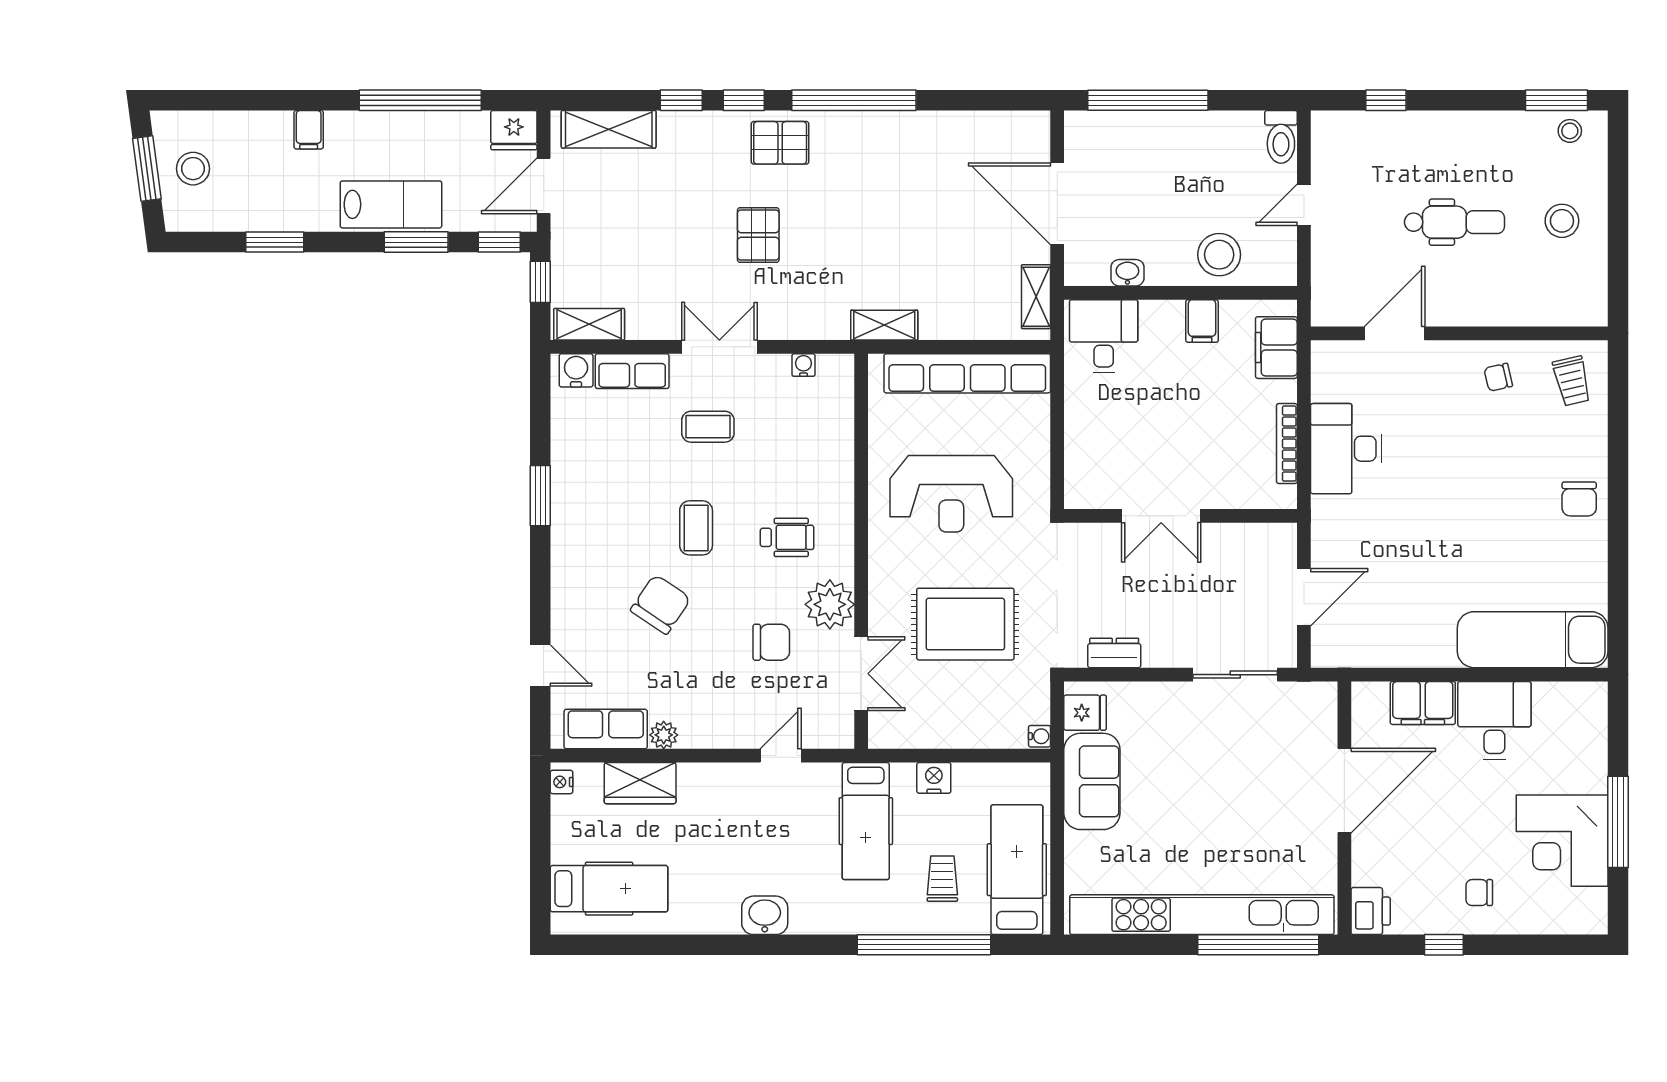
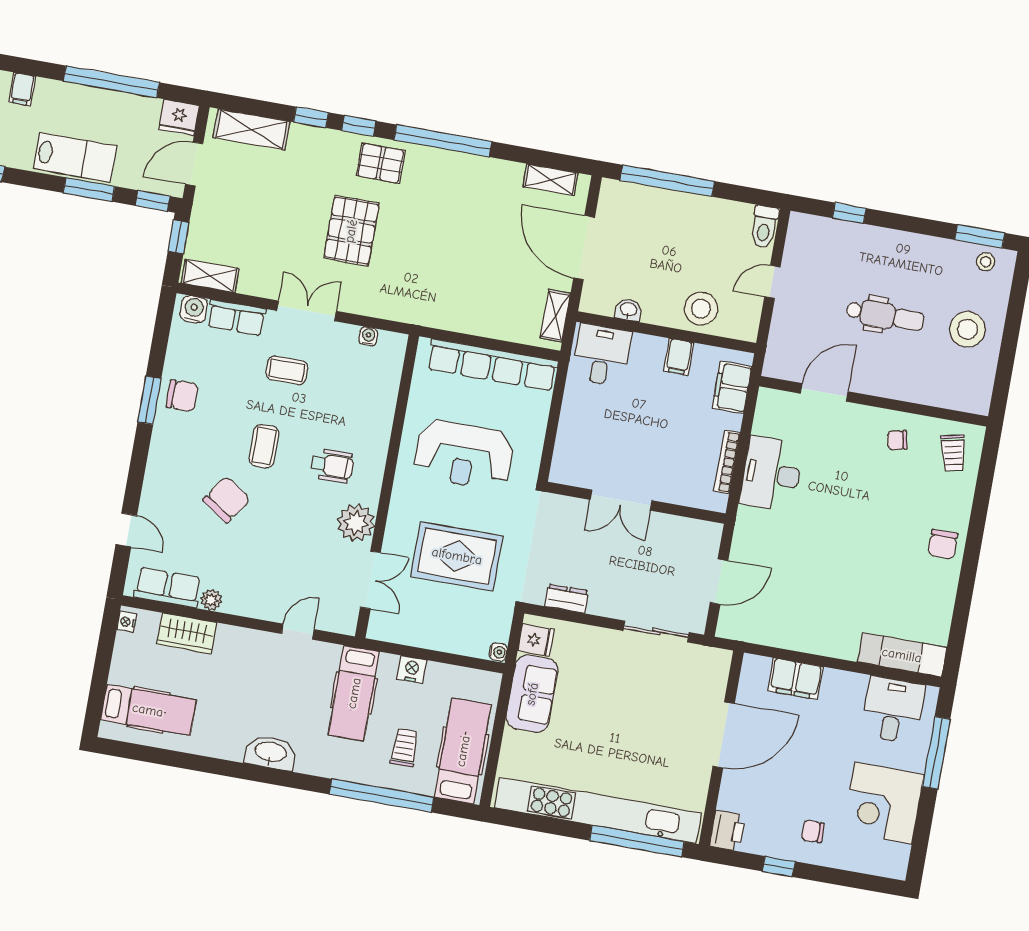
stool: (1562, 221) -> (967, 329), width x1.38, depth x1.38
pallet: (758, 235) -> (351, 231), width x1.50, depth x1.42
shelving: (884, 325) -> (550, 180), moved
exam couch: (1533, 640) -> (902, 655), width x0.73, depth x0.69
chair: (771, 642) -> (182, 396), moved
desk: (1494, 721) -> (893, 710), moved
window: (1618, 822) -> (936, 753), moved
washbasin: (765, 915) -> (270, 753), width x1.38

